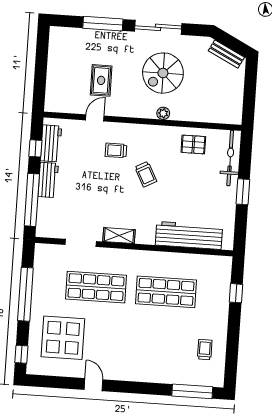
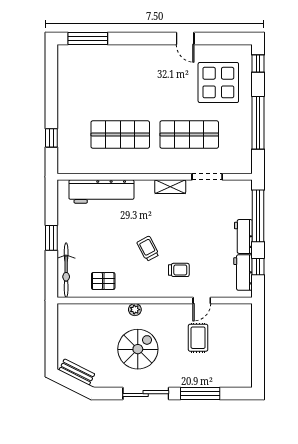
trolley: (205, 350) -> (78, 80), removed

